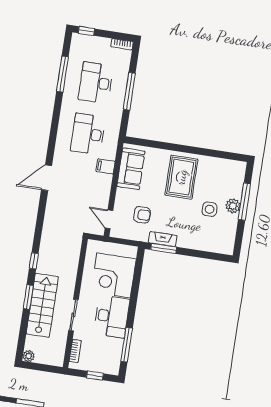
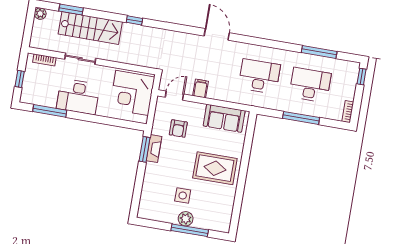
filing cabinet: (105, 166) -> (201, 89), moved
corner desk: (114, 275) -> (132, 93), moved, turned -90
window: (28, 297) -> (71, 10), moved

